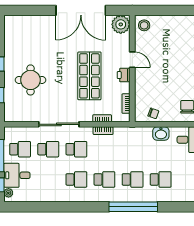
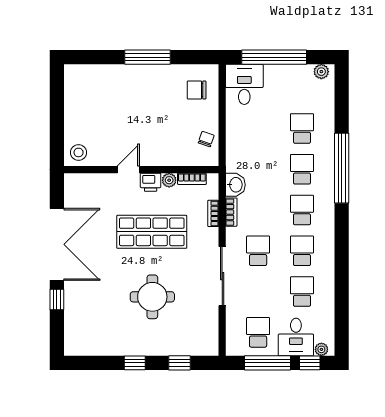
window: (43, 10) -> (57, 299), added
plant: (121, 24) -> (169, 180), moved, width x0.53, depth x0.53
round table: (31, 80) -> (152, 297), moved
washbasin: (161, 134) -> (235, 185), moved
school desk: (48, 149) -> (302, 292), moved

